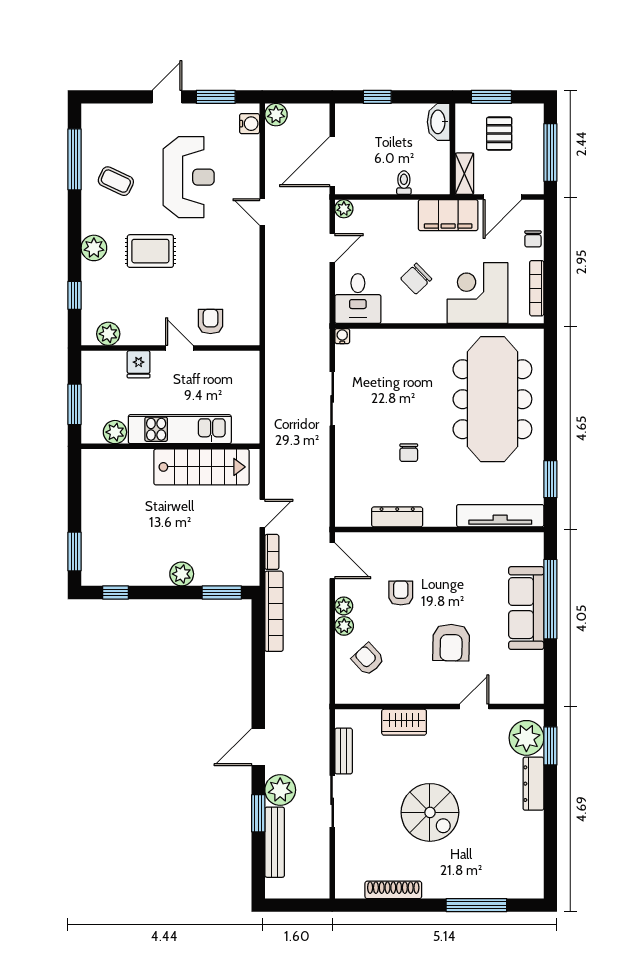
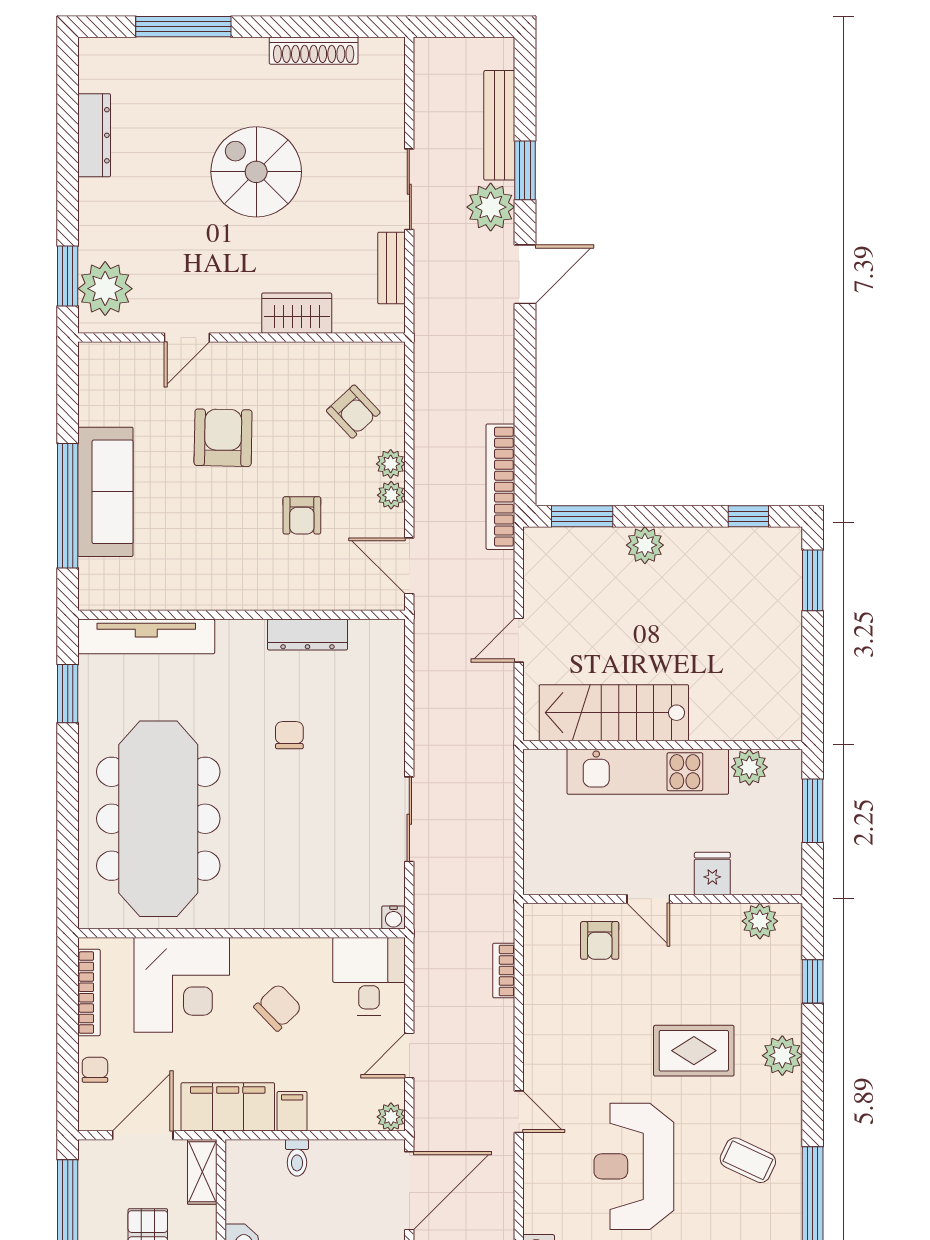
filing cabinet: (407, 212) -> (292, 1111), added
bookcase: (272, 552) -> (504, 971), moved
dresser: (533, 784) -> (94, 135), moved

